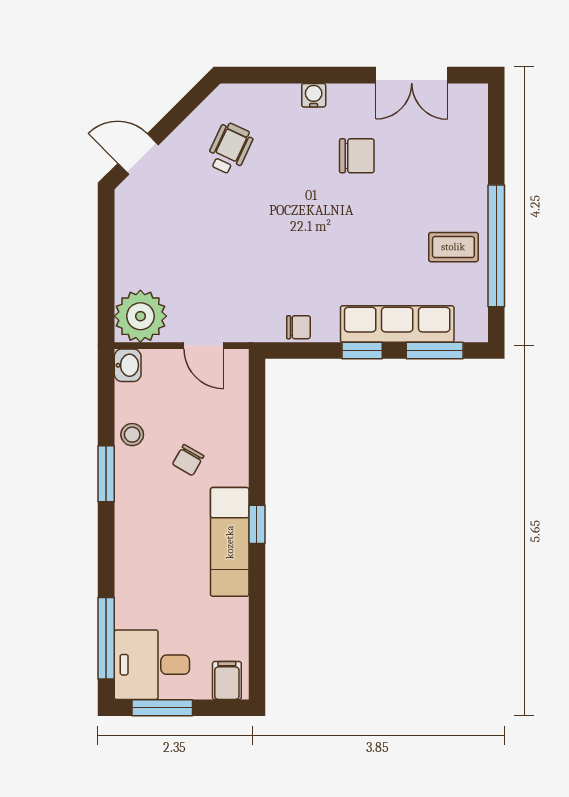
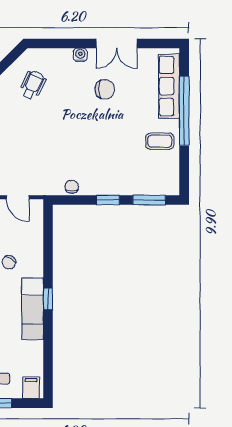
double door: (412, 75) -> (117, 43), moved
window: (496, 246) -> (184, 111), moved
row of seats: (397, 324) -> (169, 86), moved, turned -90
chair: (298, 327) -> (72, 187), turned -92

